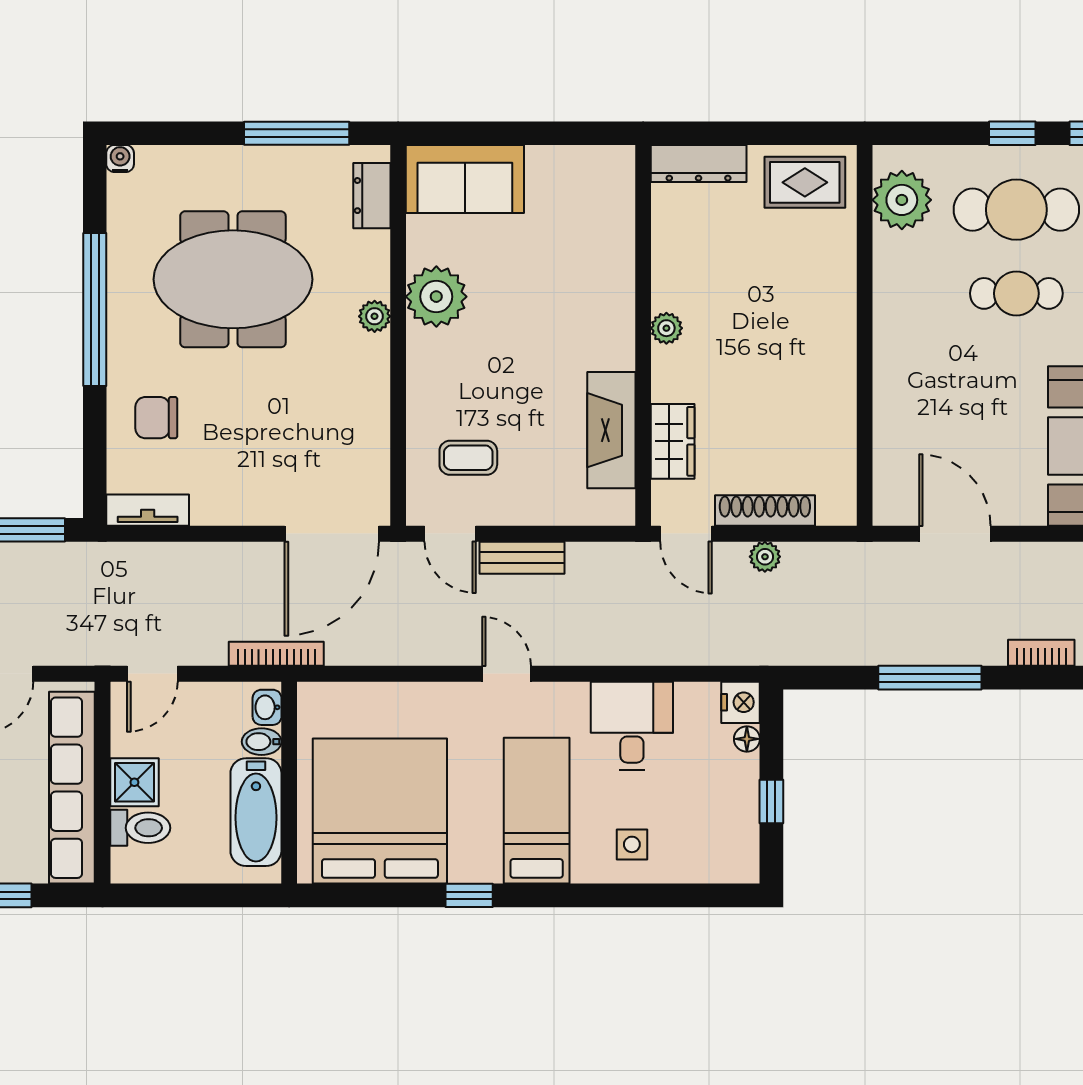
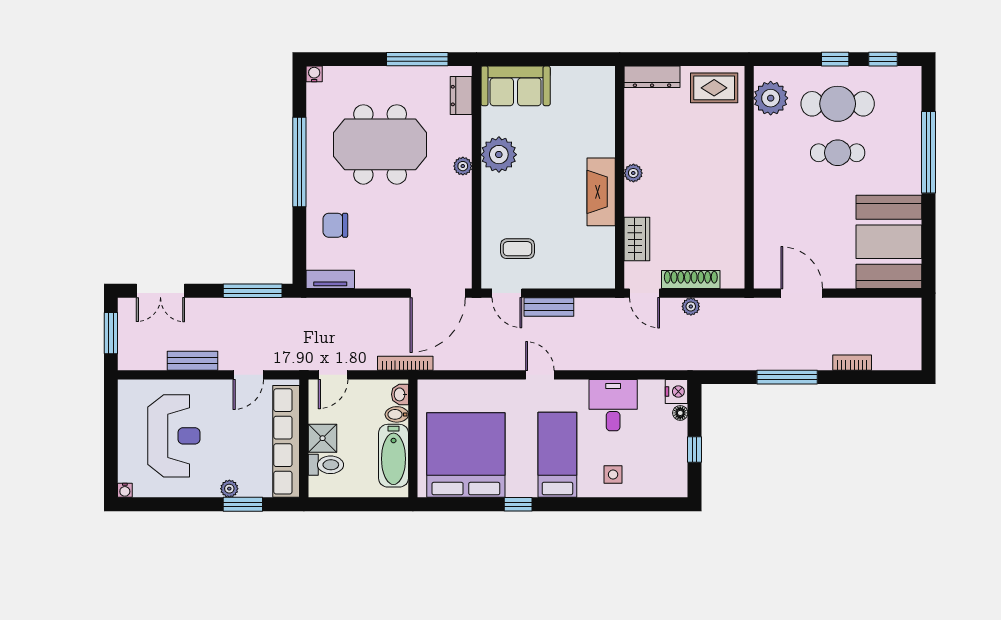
fireplace: (611, 430) -> (601, 192), moved

